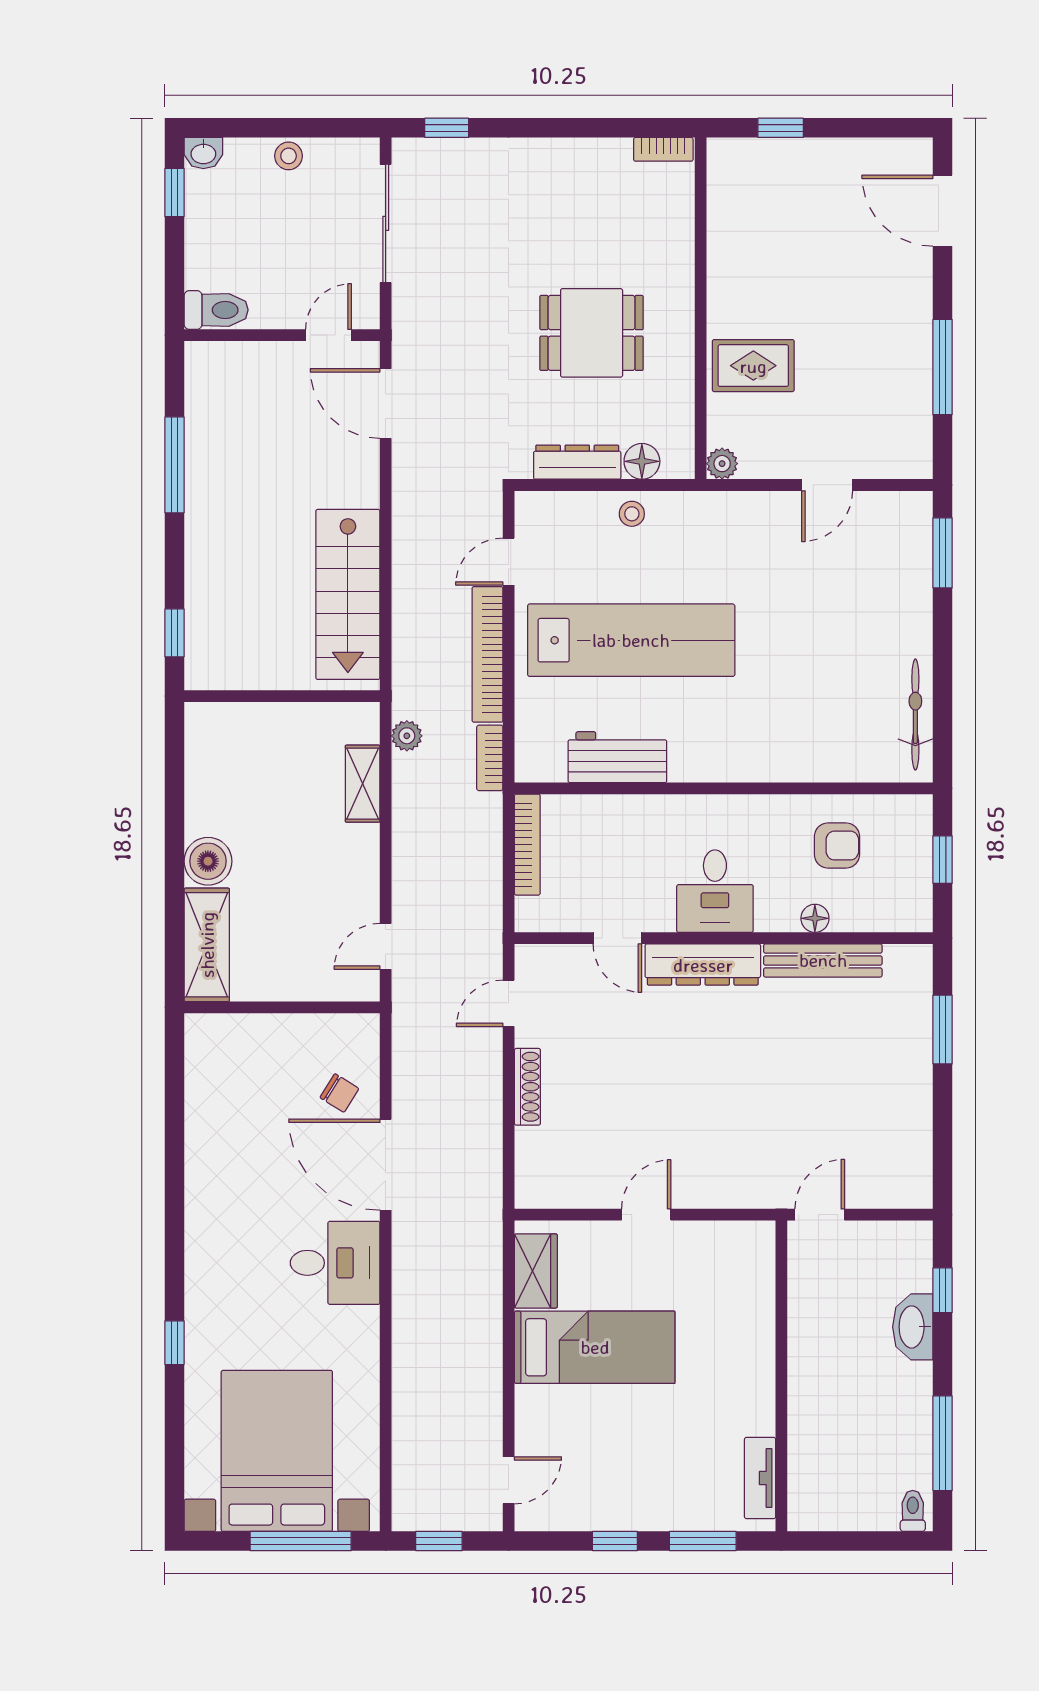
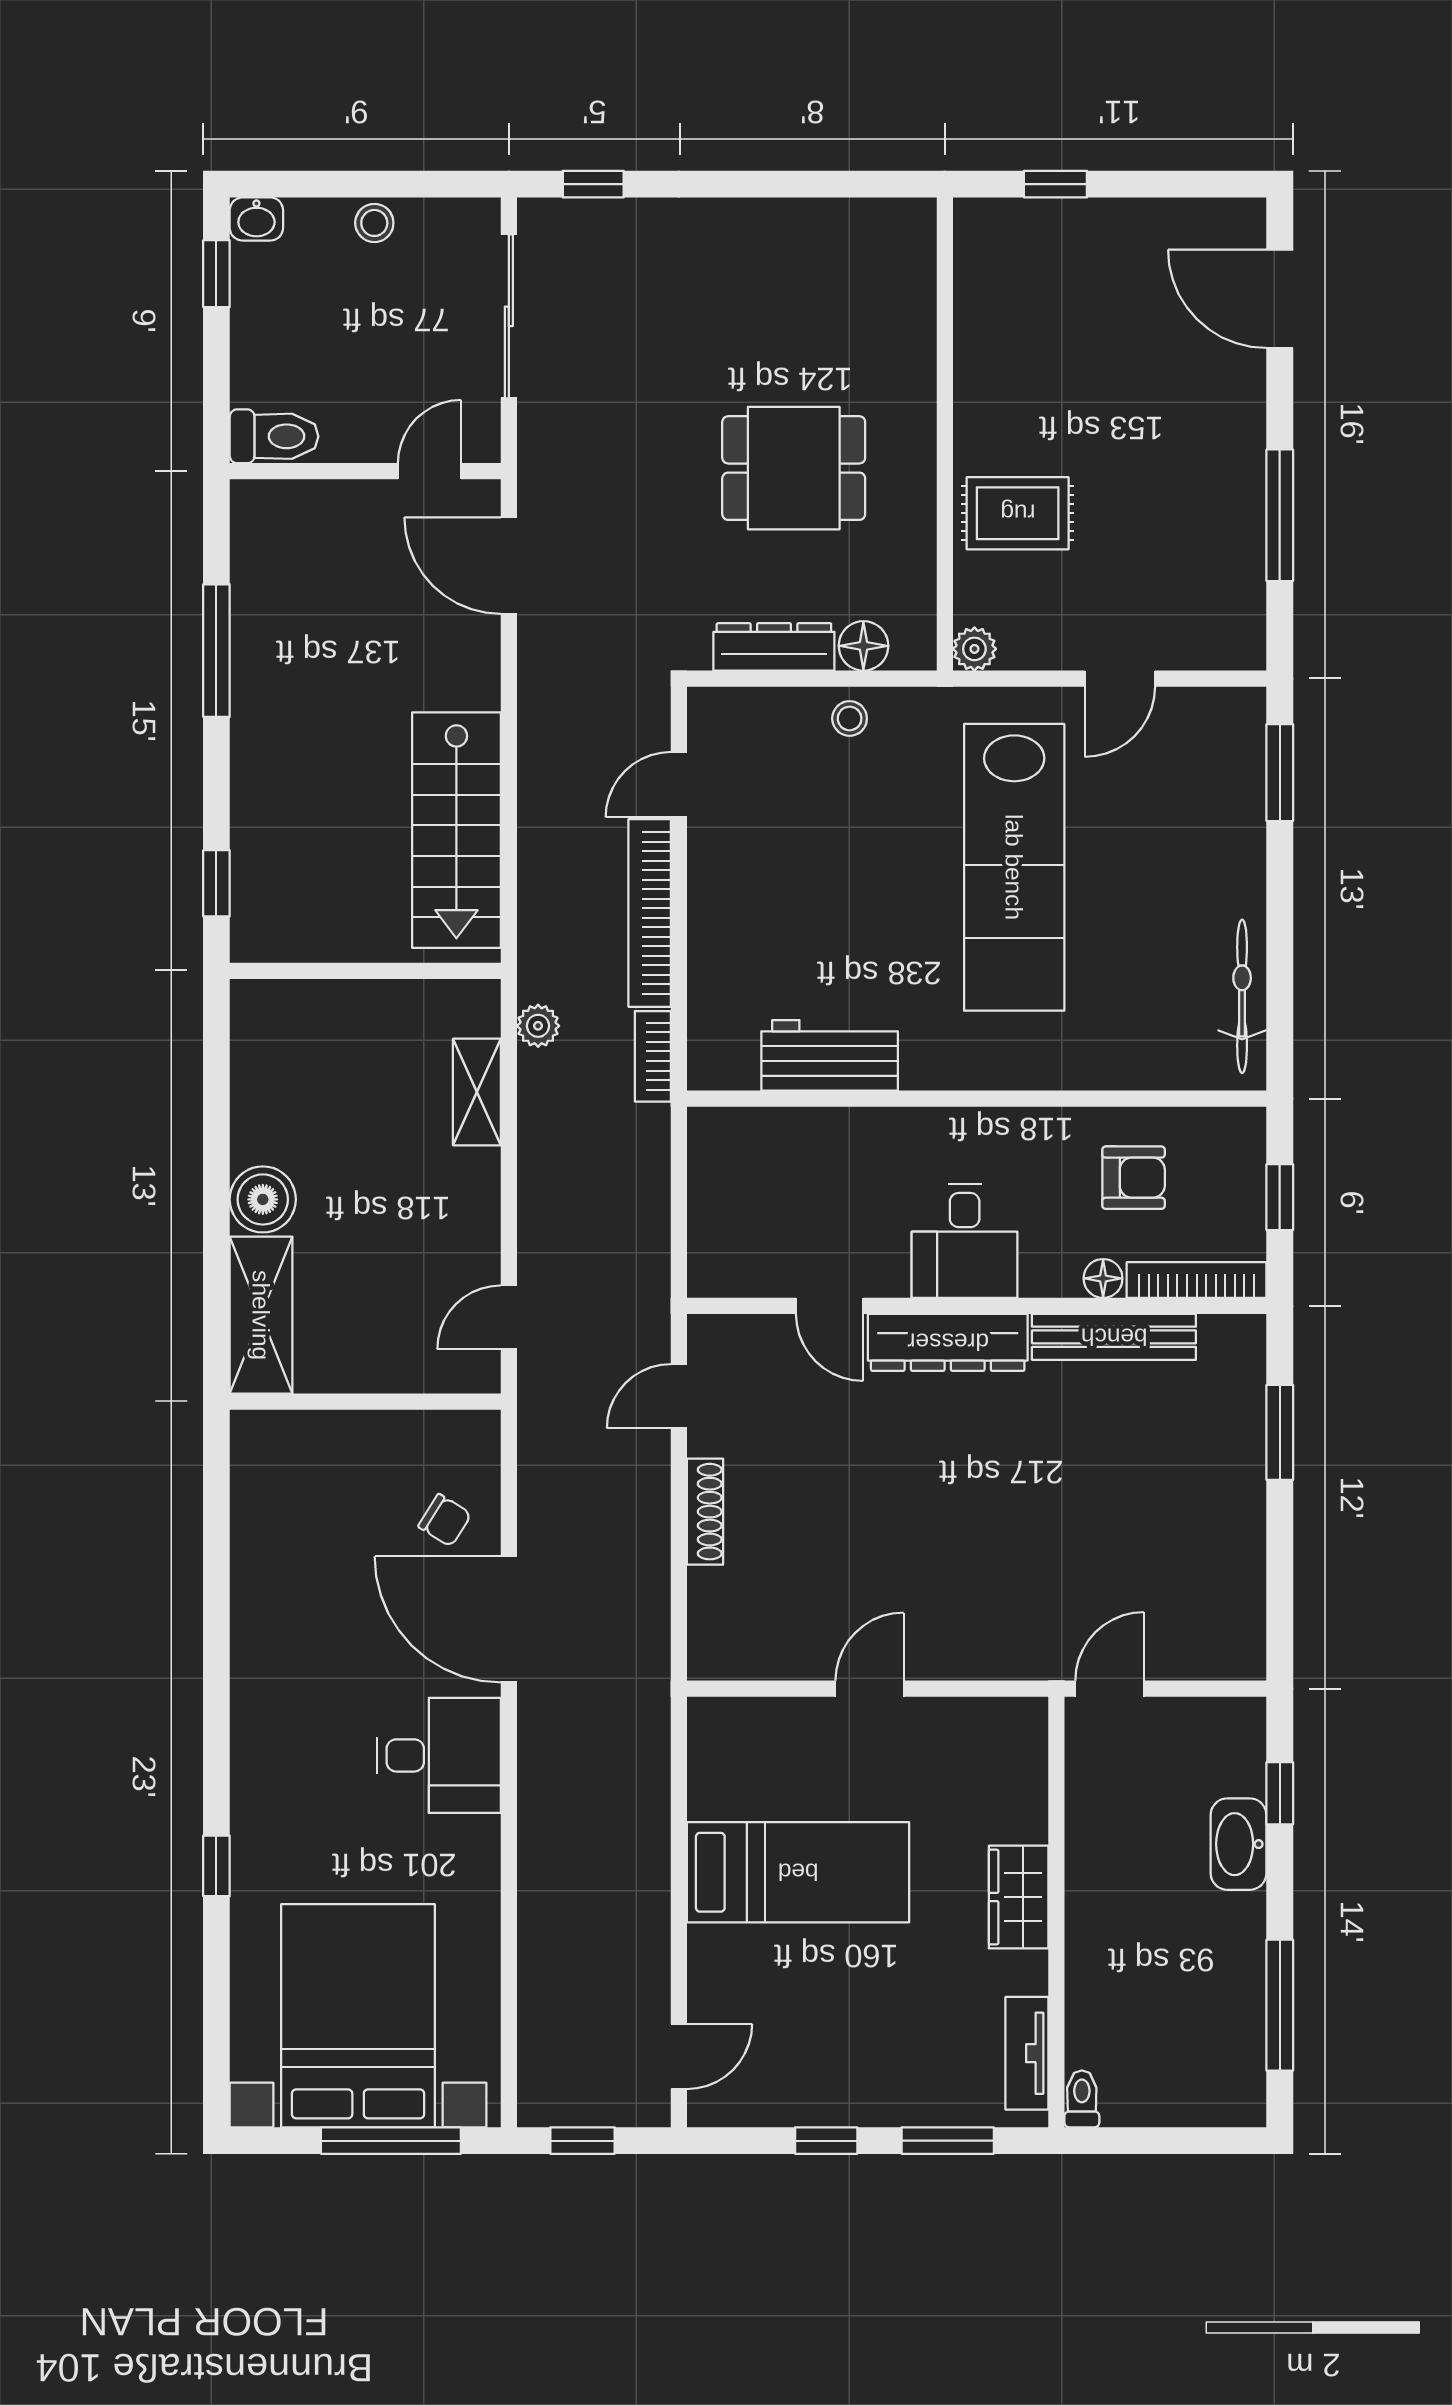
bookcase: (663, 149) -> (893, 214), removed
lab bench: (631, 640) -> (1014, 867), moved, turned 90
bookcase: (527, 845) -> (1197, 1280), moved, turned -90
wardrobe: (536, 1271) -> (1019, 1897), moved, turned 180
toilet: (913, 1511) -> (1082, 2099), moved

